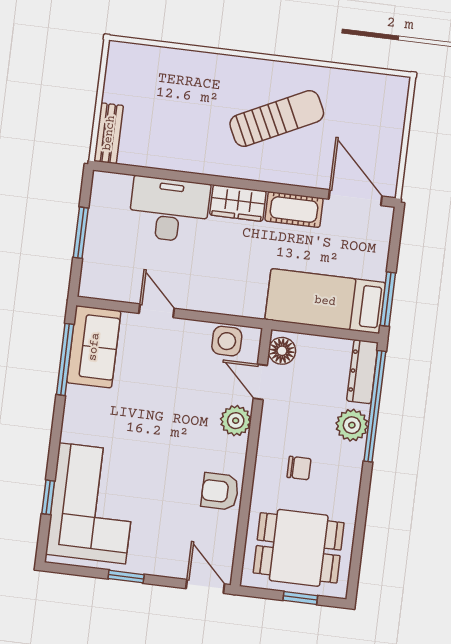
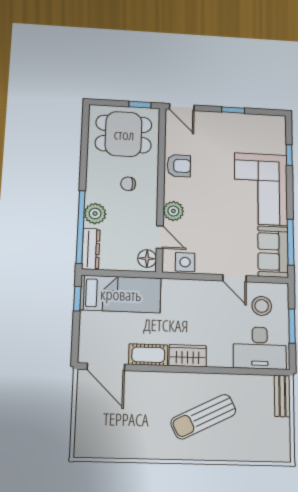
sun lounger: (277, 119) -> (203, 417), moved
desk: (169, 210) -> (260, 348), moved
stool: (121, 266) -> (262, 306), added
window: (388, 299) -> (77, 299), width x0.67
corner sofa: (92, 503) -> (261, 189), moved
window: (300, 598) -> (140, 105), moved

